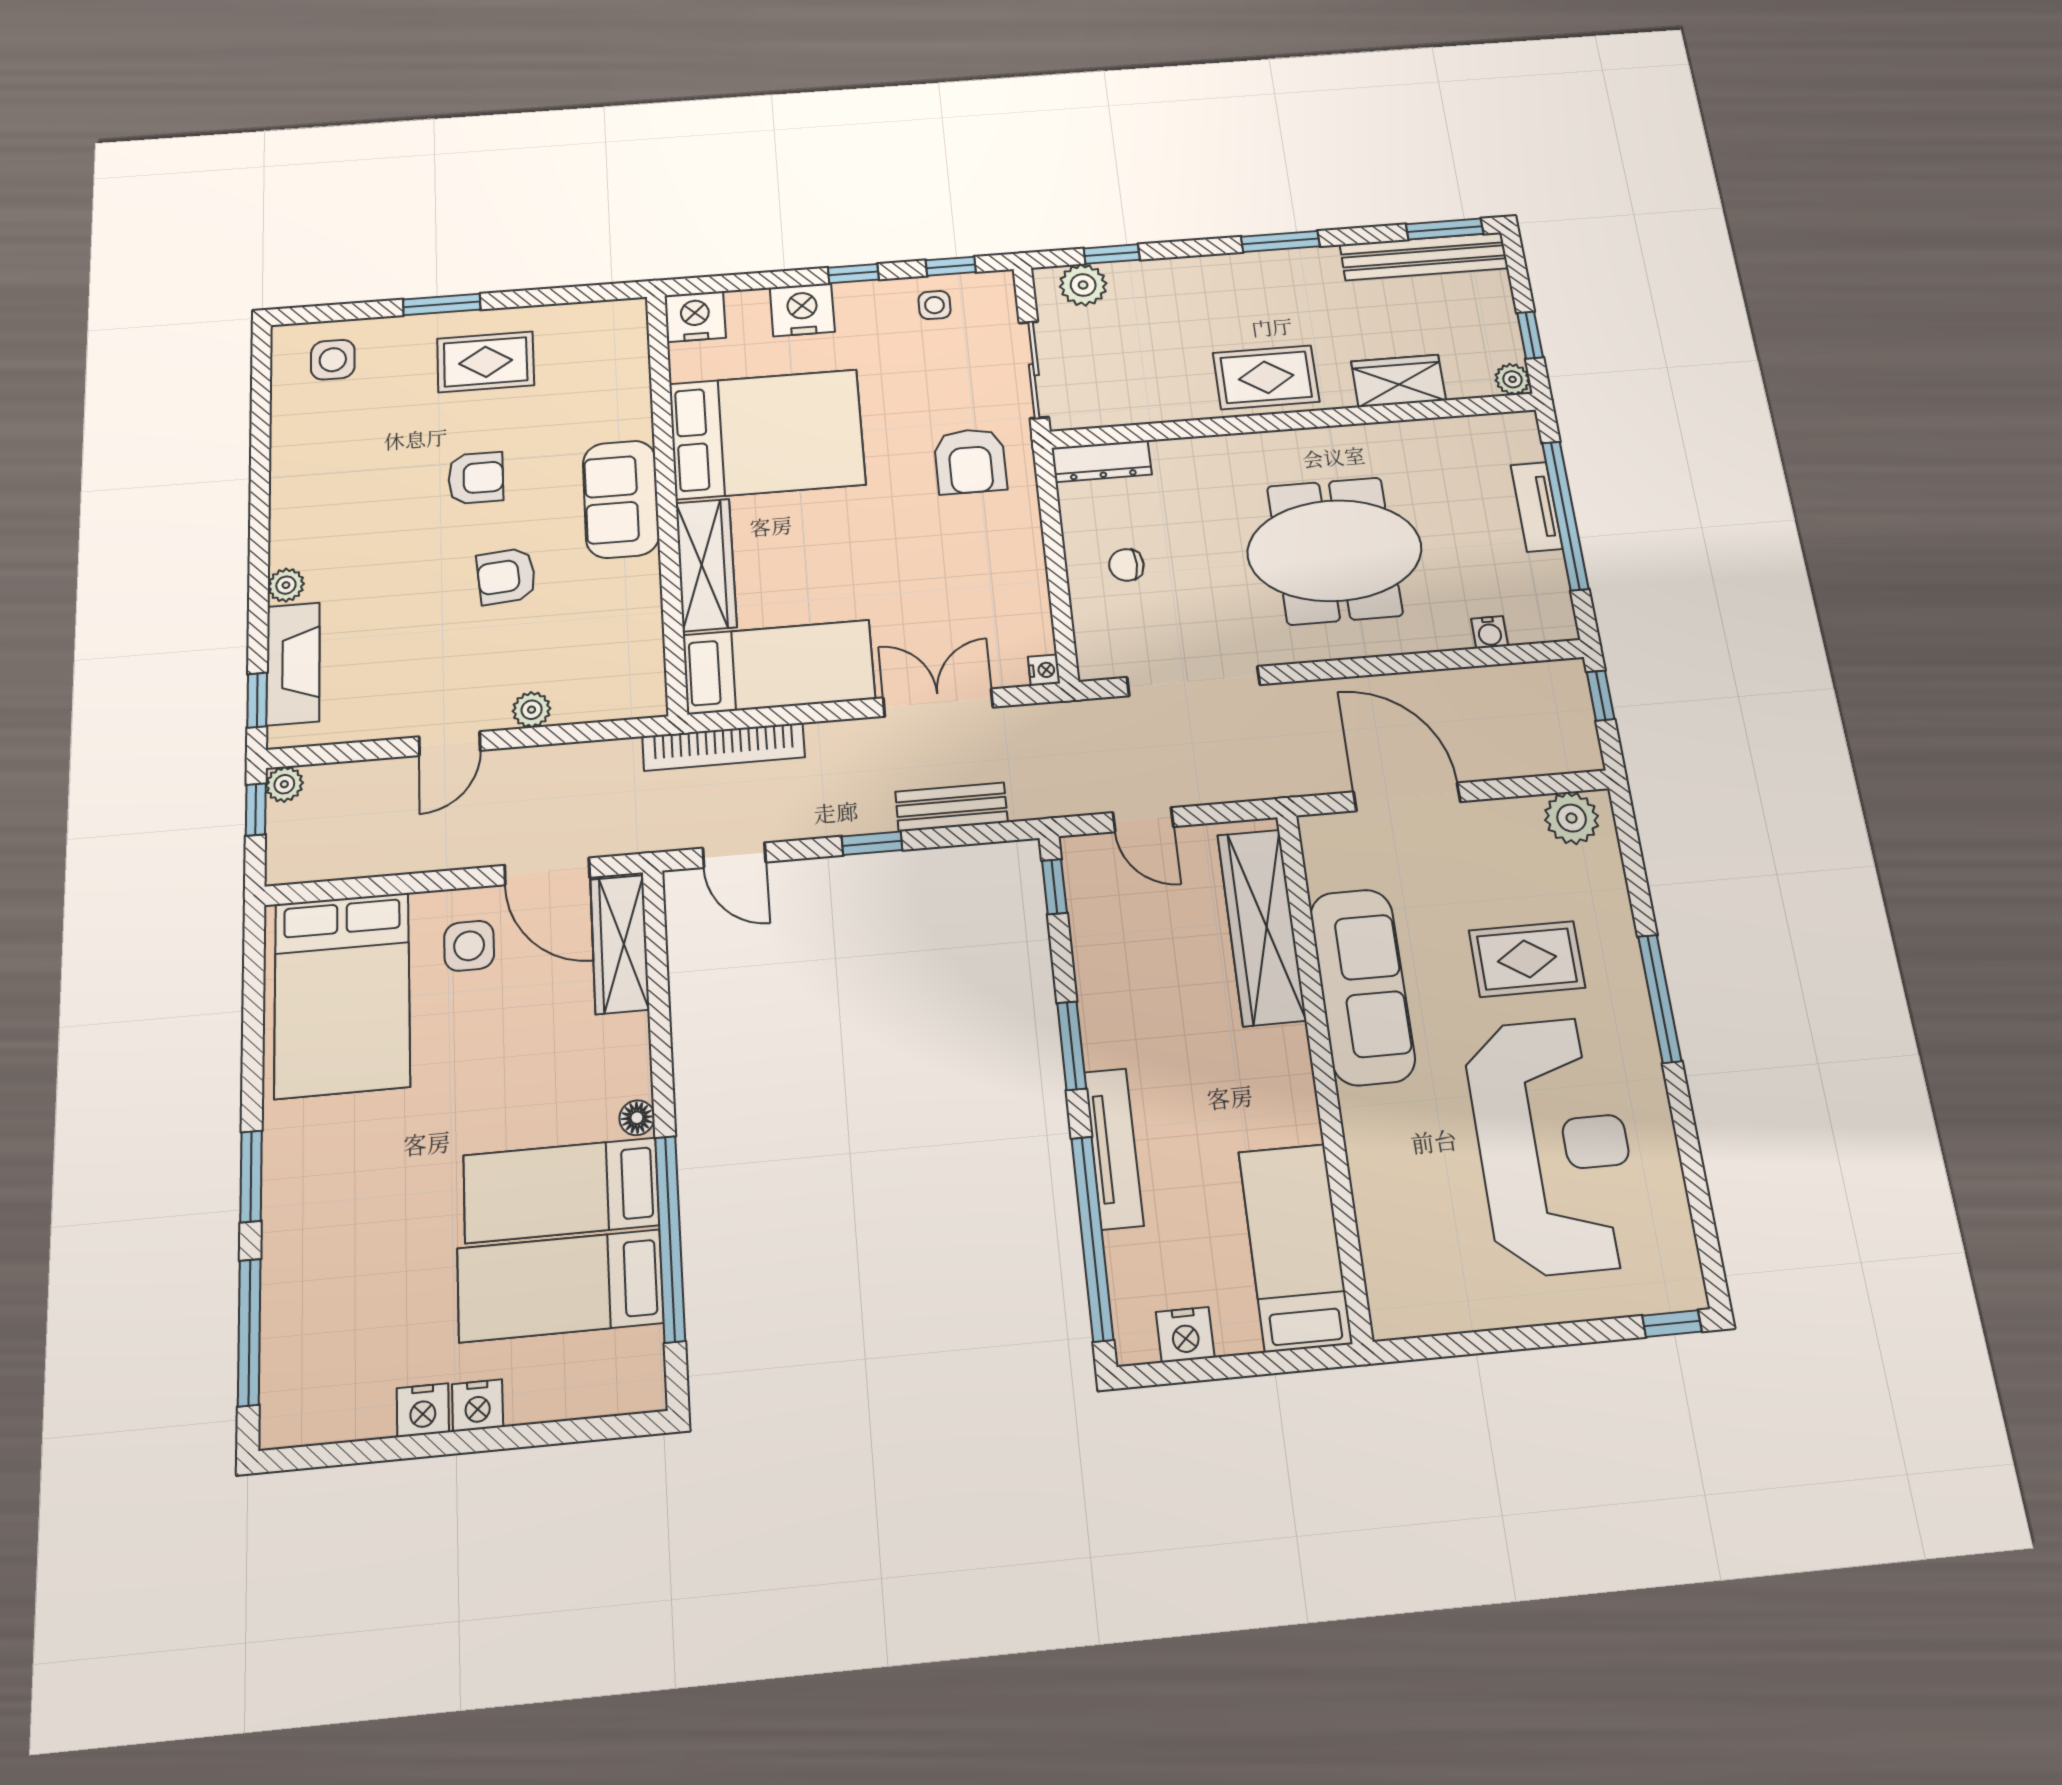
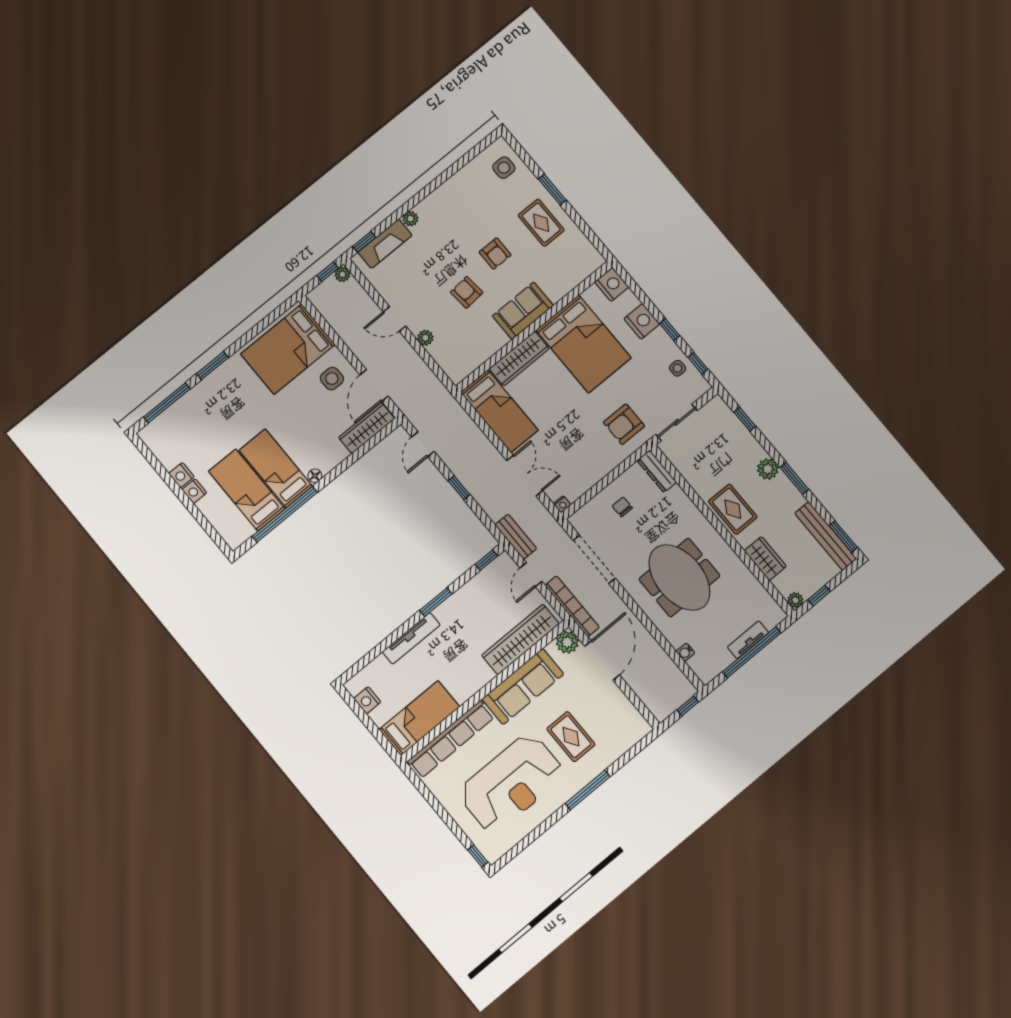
plant: (1083, 285) -> (768, 469), moved
bookcase: (724, 747) -> (572, 606), moved, turned 180
bench: (951, 807) -> (516, 537), moved
plant: (1572, 818) -> (567, 642), moved
row of seats: (1382, 1210) -> (451, 739), added
window: (1092, 1238) -> (377, 650), removed

